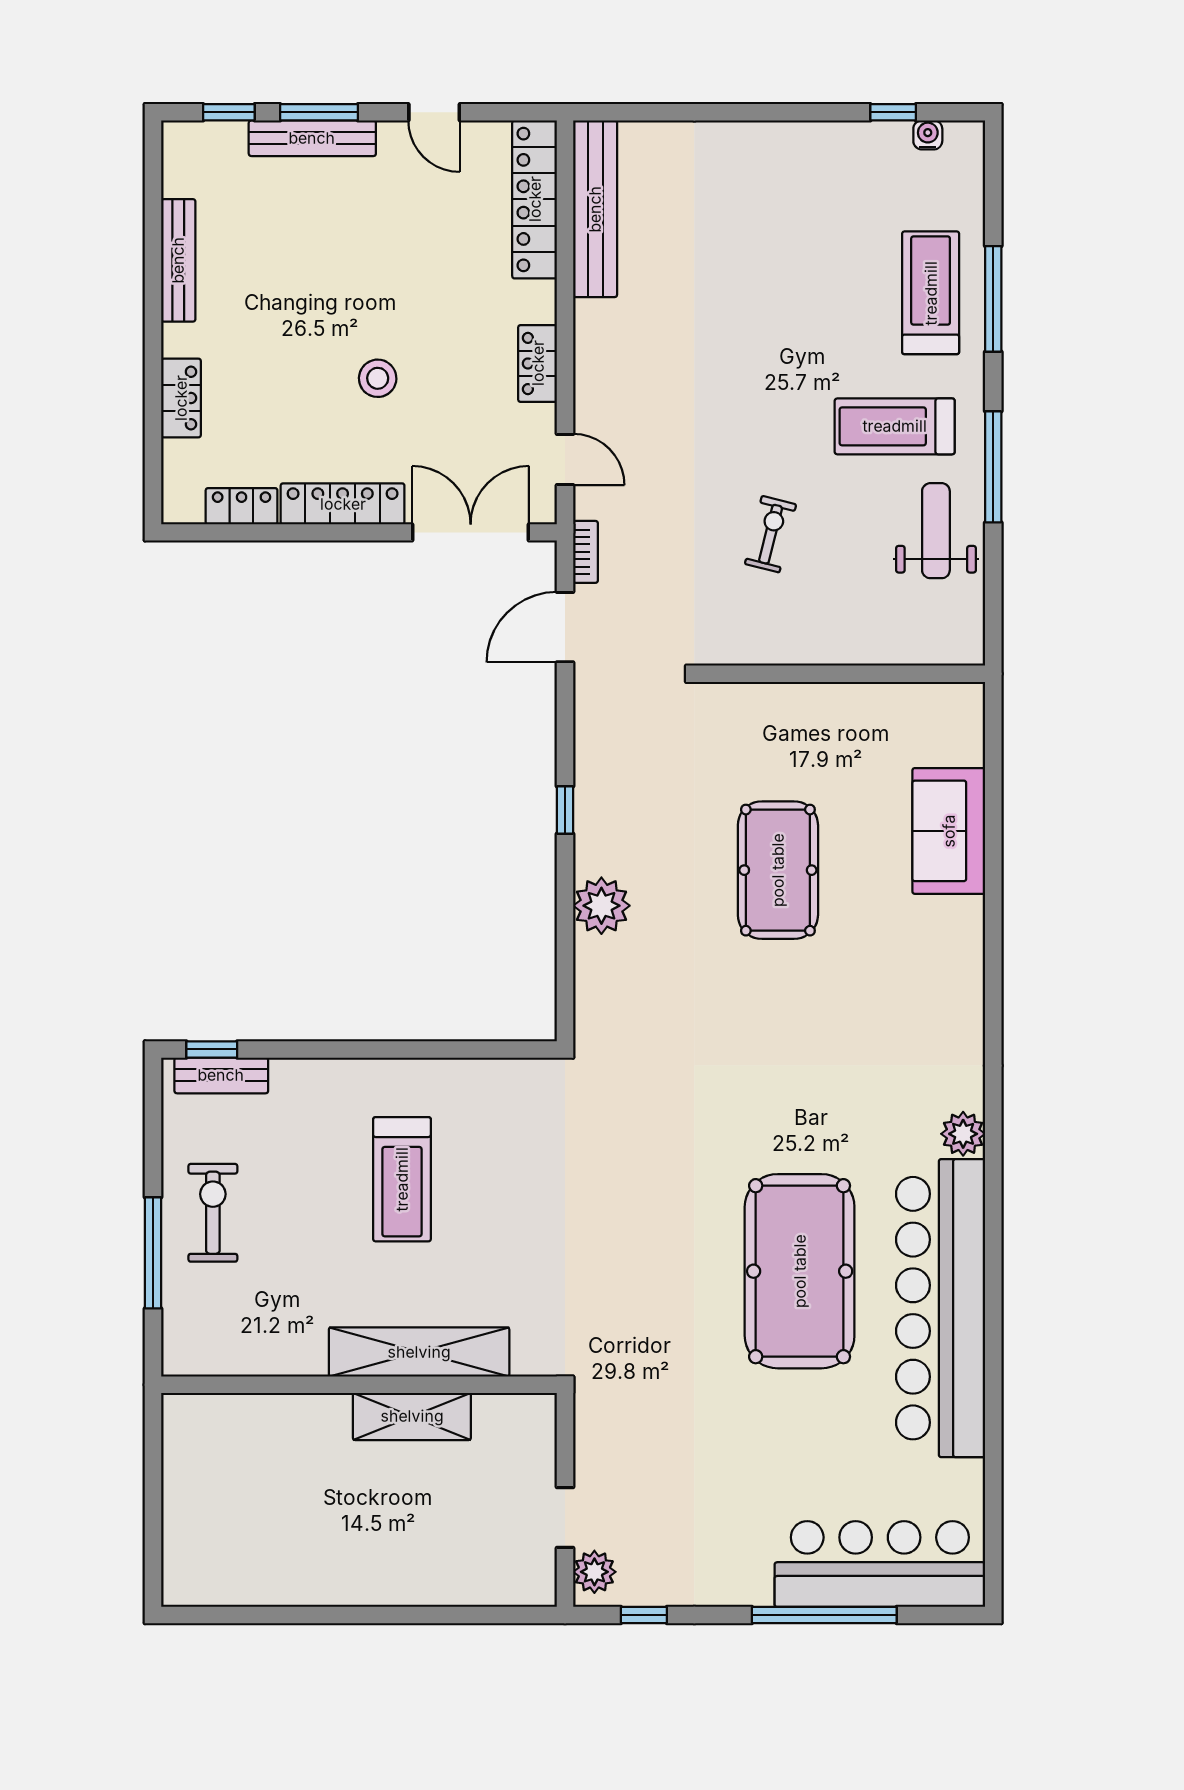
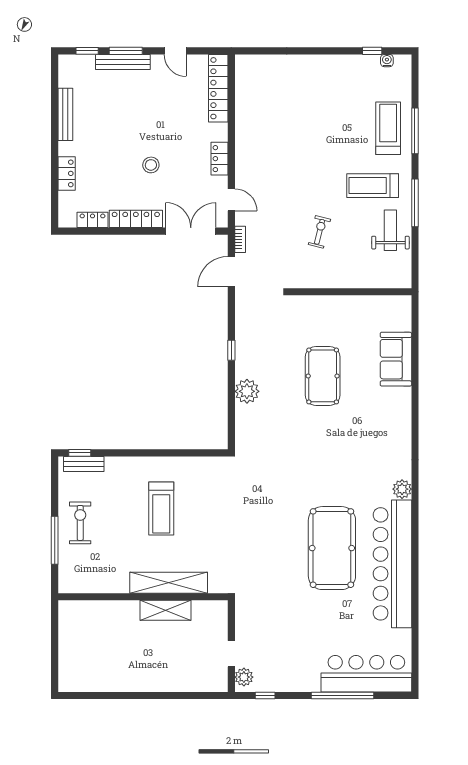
bench: (595, 209) -> (244, 92), removed

